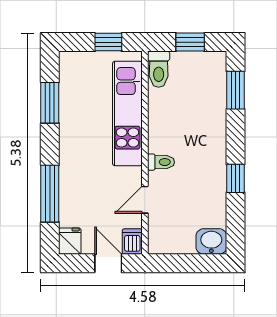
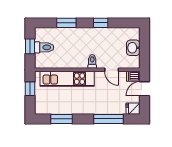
toilet: (159, 69) -> (44, 47), moved
window: (235, 90) -> (66, 23), moved
washbasin: (211, 241) -> (133, 48), moved

